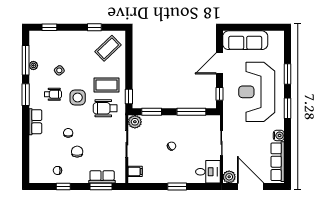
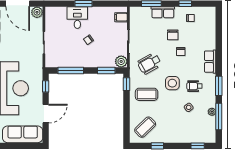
wheelchair: (105, 108) -> (149, 64), moved, turned 151
desk: (208, 172) -> (77, 18), moved, turned 90
row of seats: (102, 177) -> (163, 12), moved

